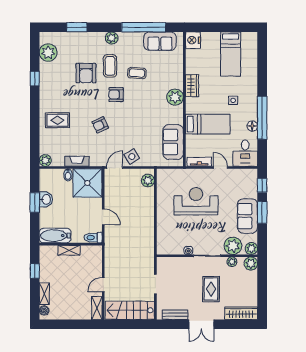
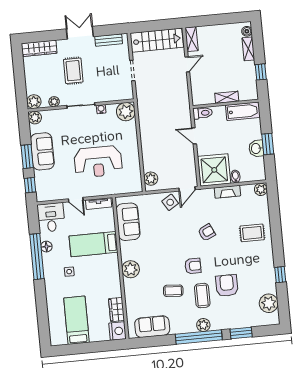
window: (144, 27) -> (199, 337), moved
wardrobe: (192, 86) -> (116, 310), moved
plant: (233, 246) -> (126, 112), moved

